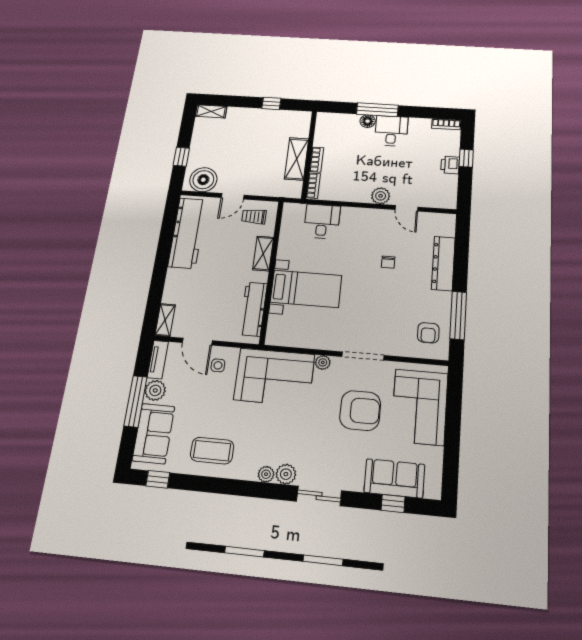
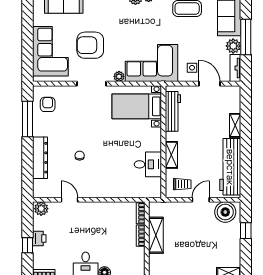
plant: (381, 196) -> (41, 209), moved
desk: (322, 221) -> (148, 164), moved, turned -90
bed with nightstands: (306, 289) -> (137, 106), moved
shelving: (165, 320) -> (235, 125), moved

